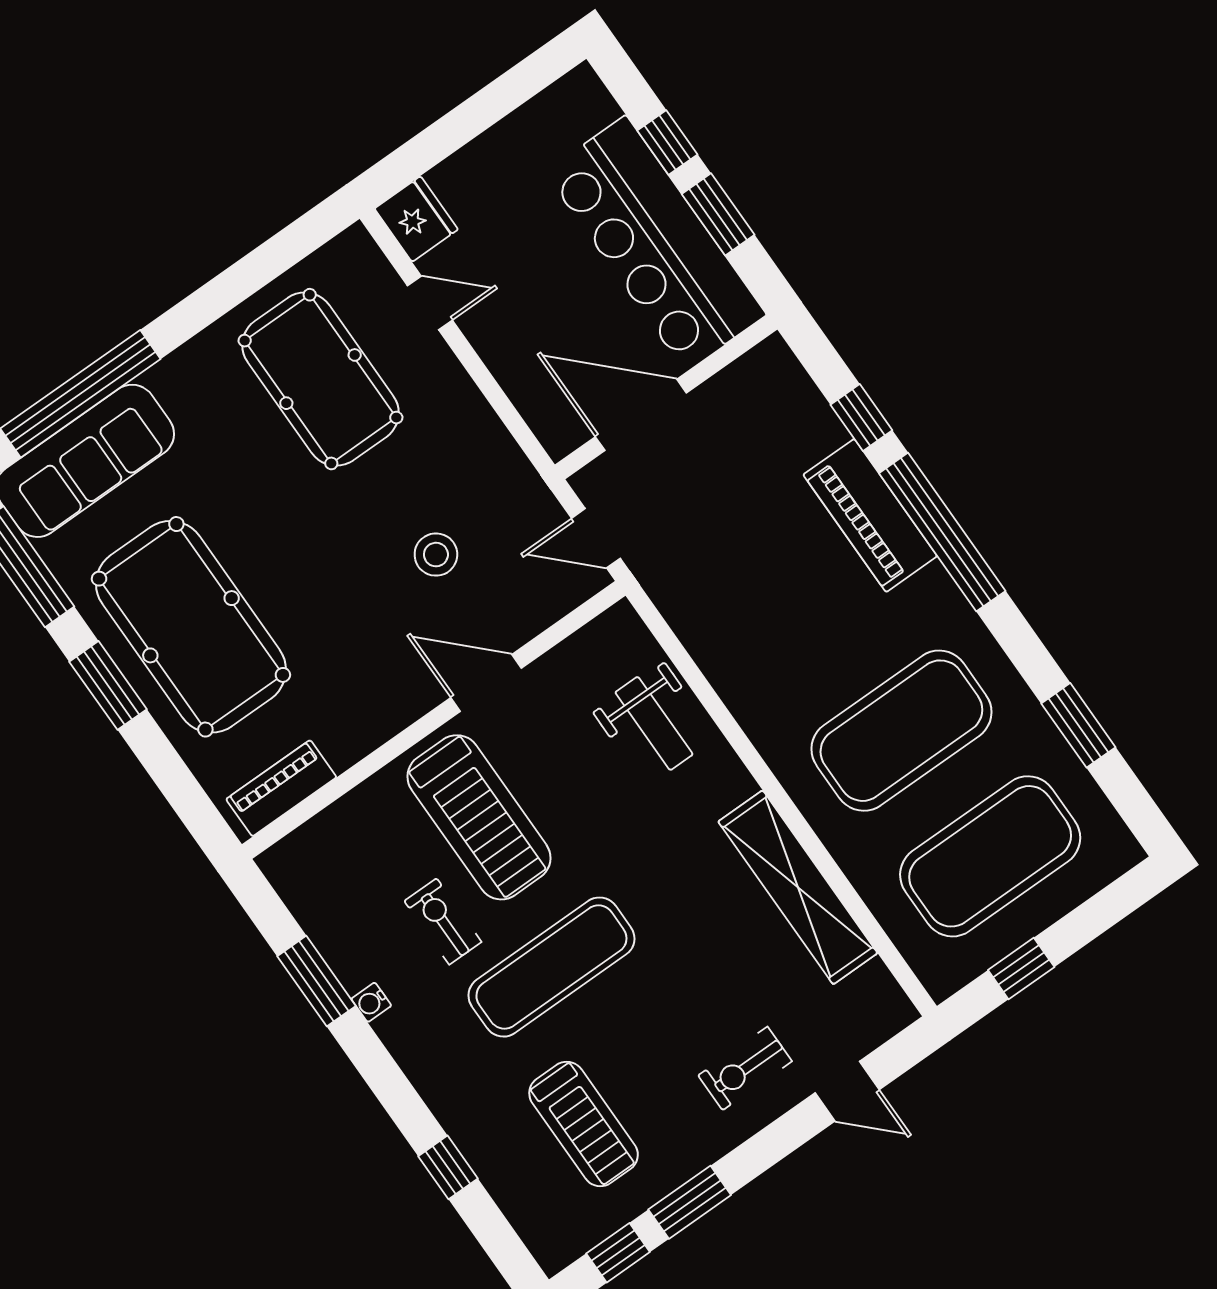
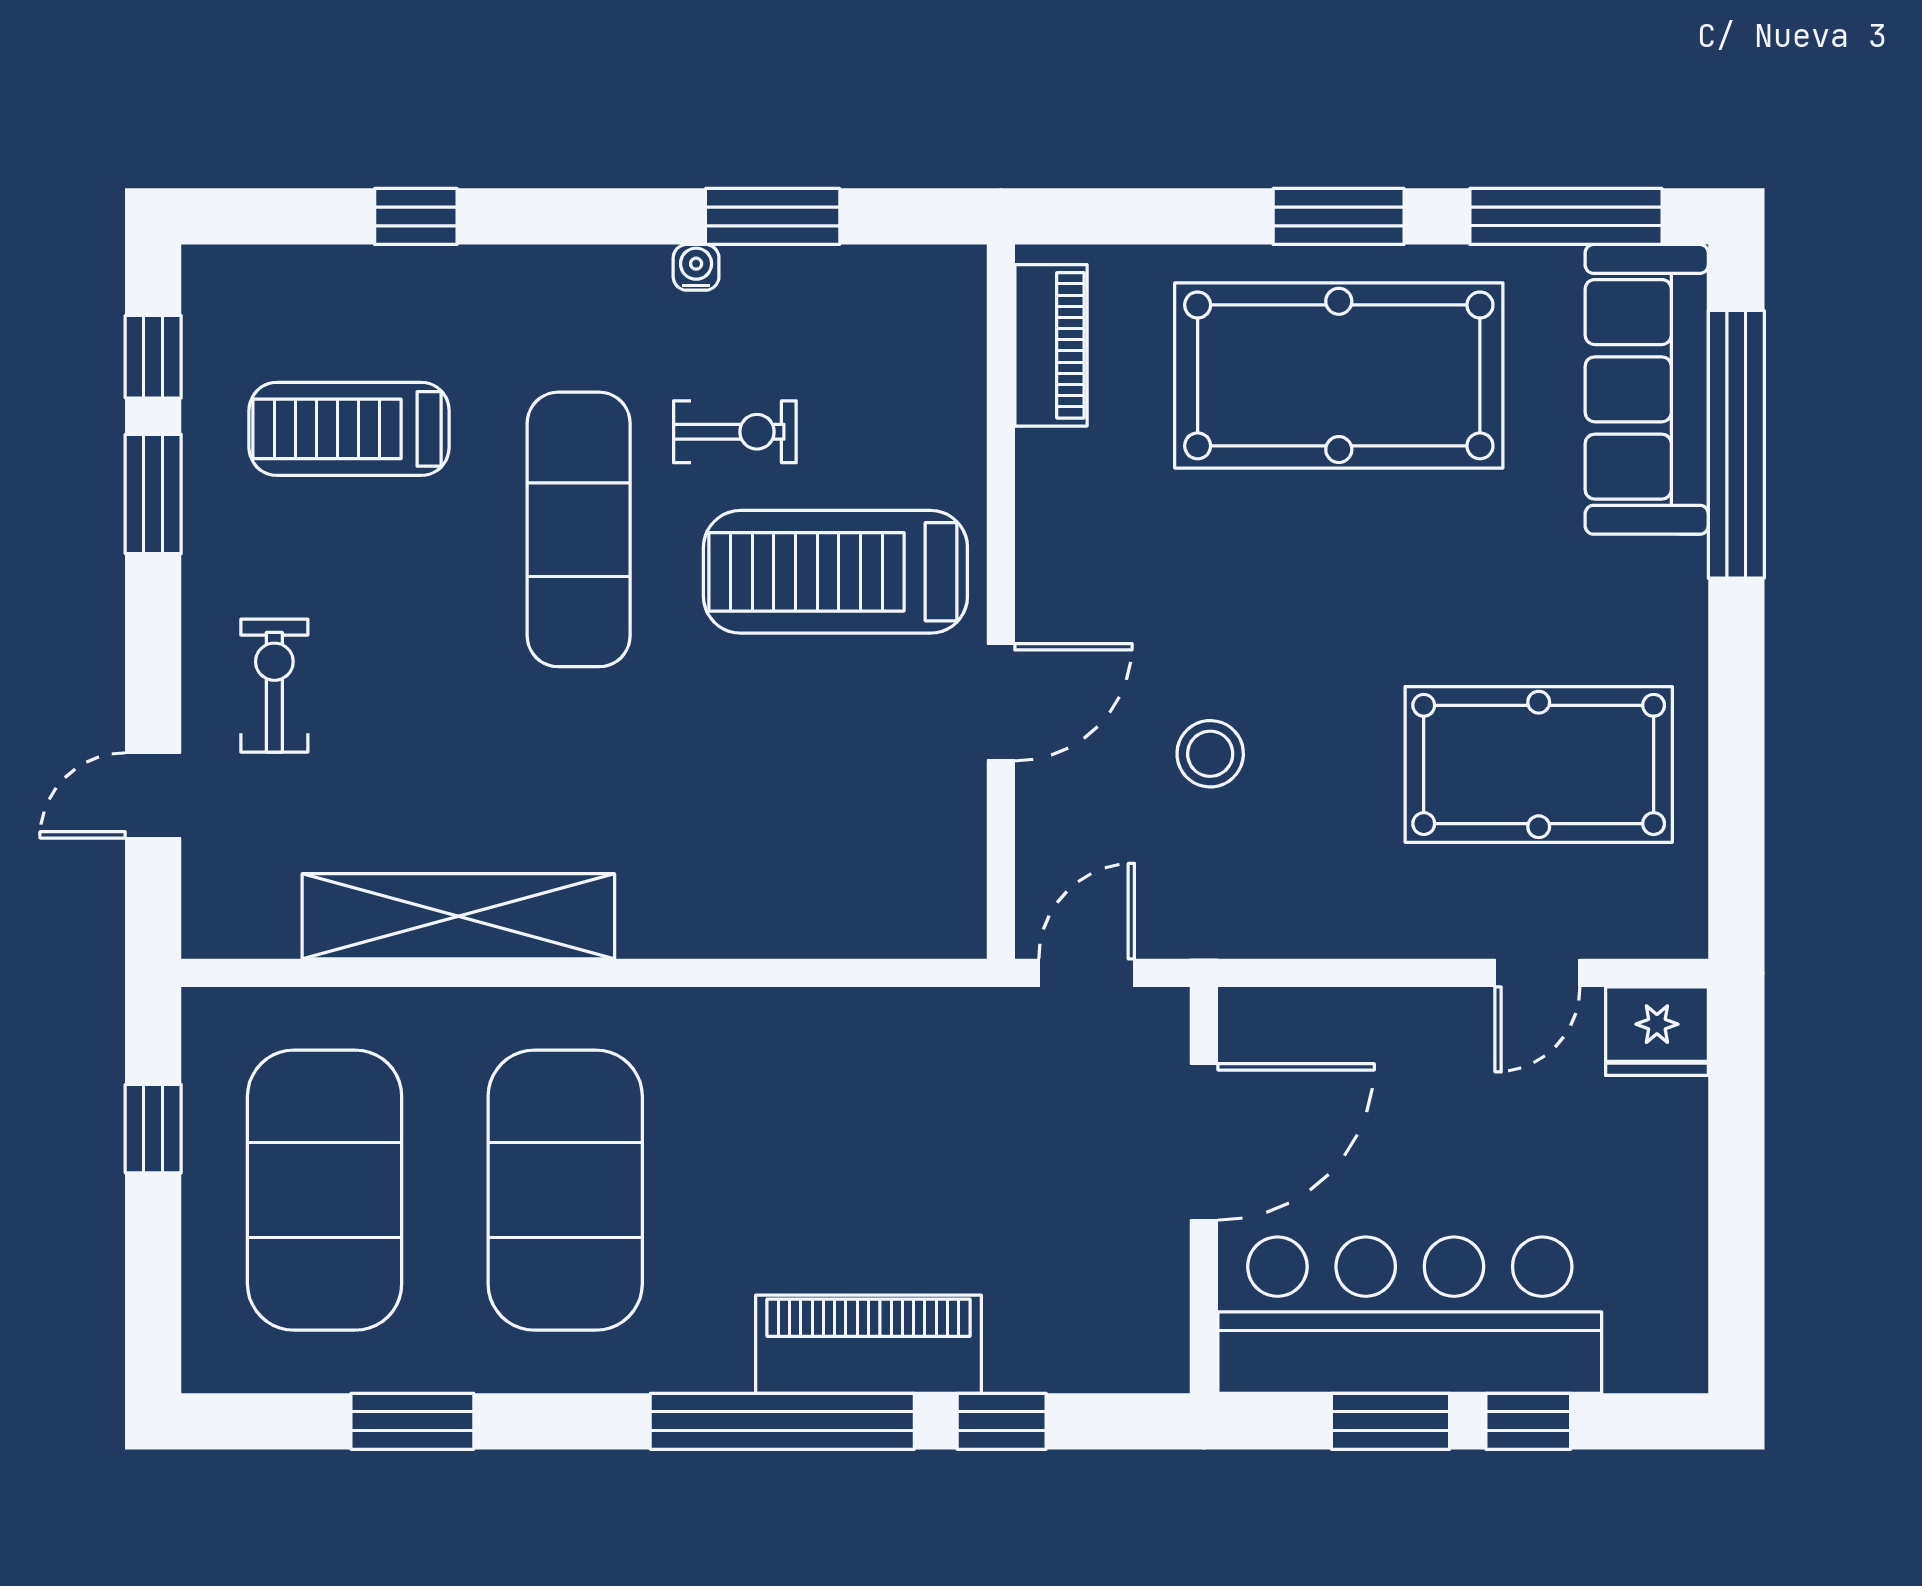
weight bench: (654, 723) -> (798, 880), removed

